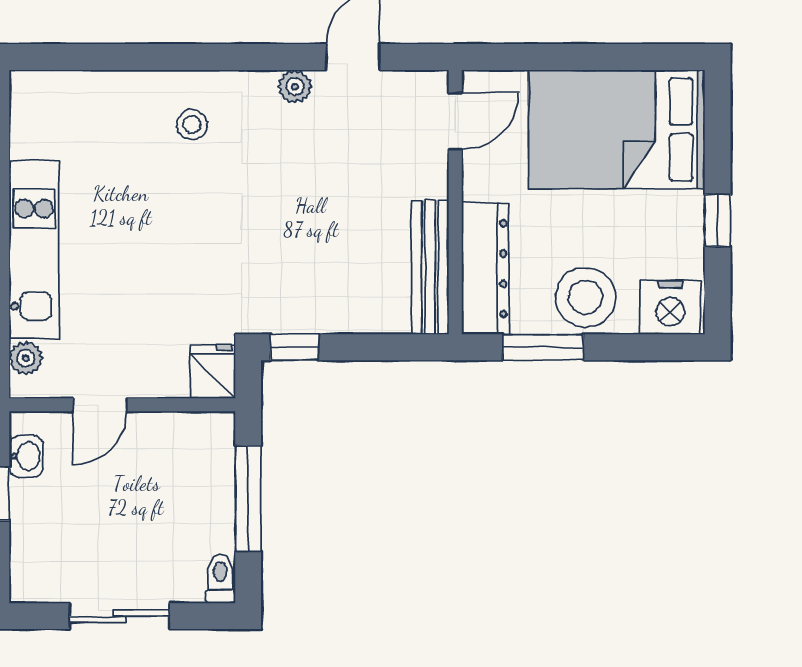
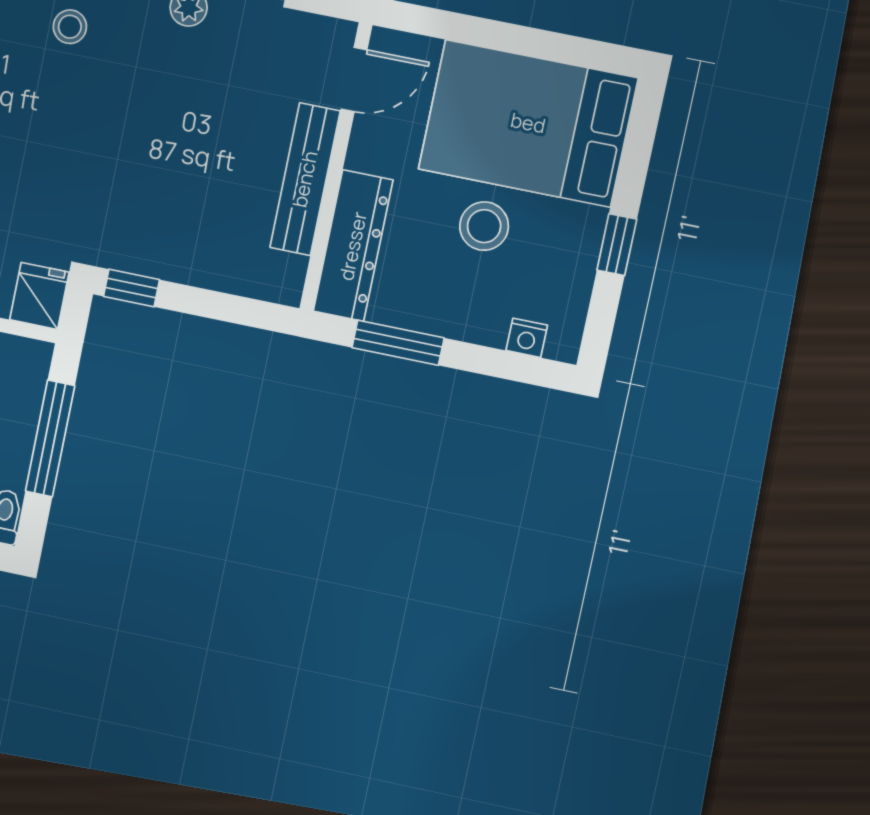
bench: (430, 267) -> (305, 179), moved
stool: (586, 297) -> (484, 226), moved, width x0.73, depth x0.73
nightstand: (670, 307) -> (527, 338), width x0.53, depth x0.56

